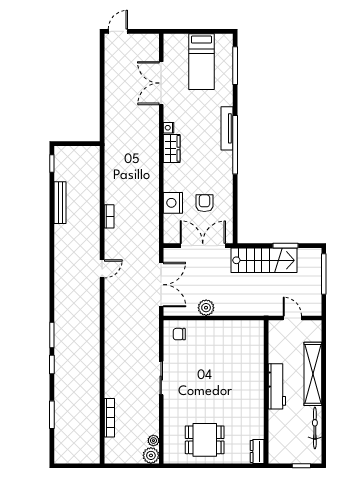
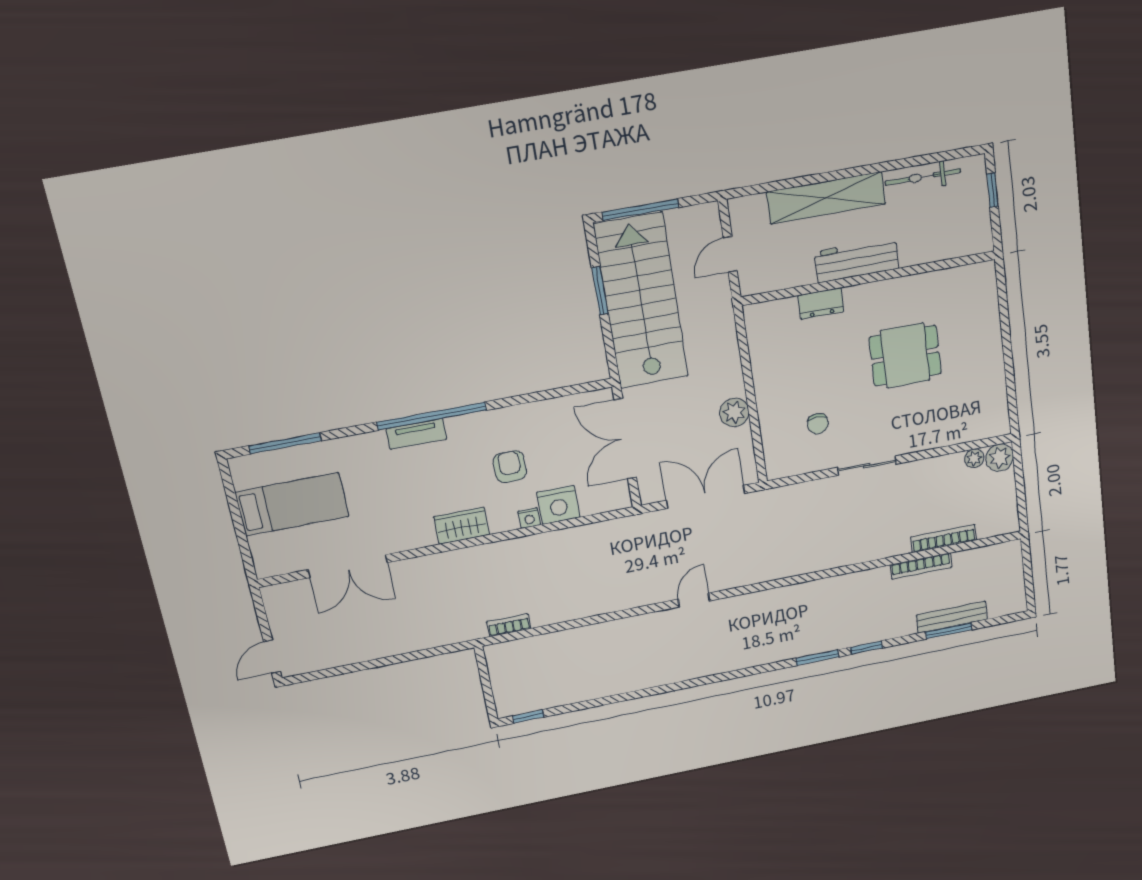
door: (118, 31) -> (272, 657), hinge flipped
nightstand: (169, 128) -> (529, 518), moved
tv unit: (227, 128) -> (416, 434), width x0.71
bench: (60, 203) -> (952, 617), moved
armchair: (204, 203) -> (510, 467), moved, turned 90
bookcase: (109, 216) -> (509, 625), moved
stairs: (264, 260) -> (641, 301), width x1.36, depth x1.51
door: (102, 269) -> (694, 600), hinge flipped
chair: (179, 334) -> (818, 424), moved
bookcase: (95, 403) -> (921, 566), added
dining table: (205, 440) -> (905, 356), moved, turned 90
dresser: (257, 451) -> (821, 303), moved

